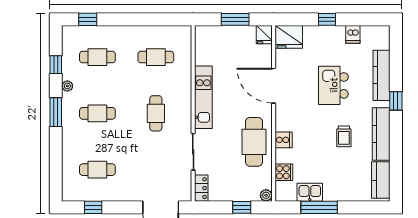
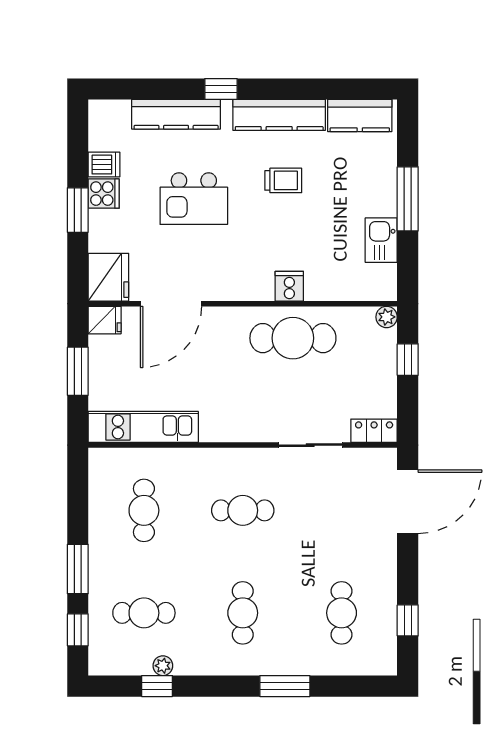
window: (122, 19) -> (78, 569), added
window: (327, 19) -> (78, 210), width x1.50
cafe table: (97, 57) -> (144, 613), turned 90
plant: (67, 86) -> (163, 666), moved
door: (274, 86) -> (171, 304), moved
kitchen unit: (203, 97) -> (143, 427), moved
window: (56, 112) -> (285, 686), moved
cooker: (284, 172) -> (104, 194), moved, turned 90
window: (319, 207) -> (408, 199), moved

